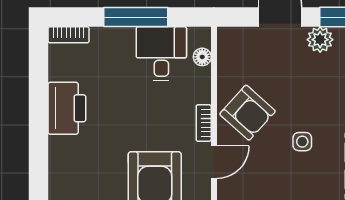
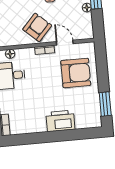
printer: (67, 108) -> (60, 121), moved

